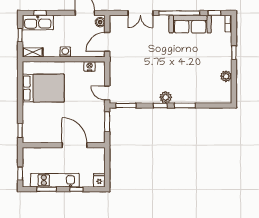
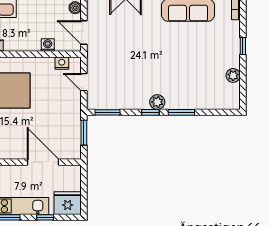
door: (107, 42) -> (84, 32), hinge flipped
washing machine: (65, 52) -> (48, 45), moved
door: (107, 93) -> (84, 82), moved
fridge: (99, 180) -> (68, 203), width x1.88, depth x1.34

